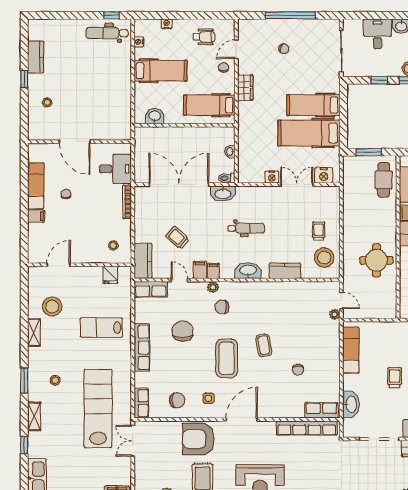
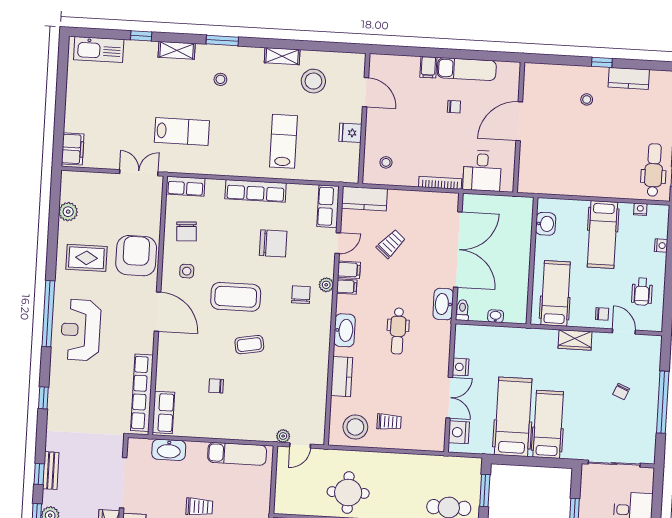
stool: (47, 102) -> (587, 99), moved
fridge: (110, 275) -> (350, 133), moved
lab bench: (98, 408) -> (182, 131), width x0.54, depth x0.72

